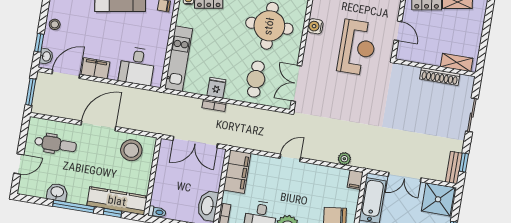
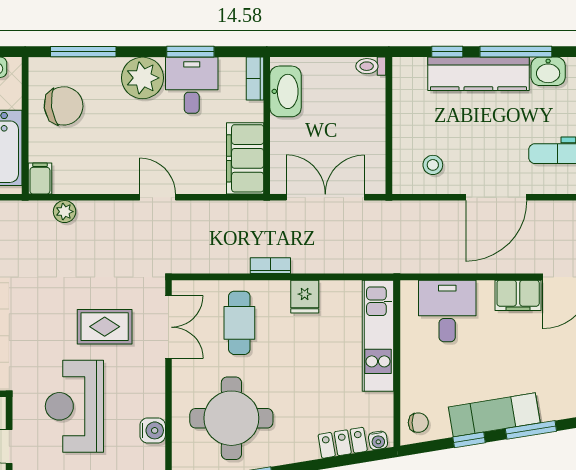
rug: (333, 90) -> (105, 327), added
bookcase: (214, 105) -> (270, 266), moved
stool: (131, 150) -> (433, 165), width x0.53, depth x0.53
door: (290, 158) -> (158, 197), swing flipped
kitchen counter: (117, 201) -> (478, 74), moved

